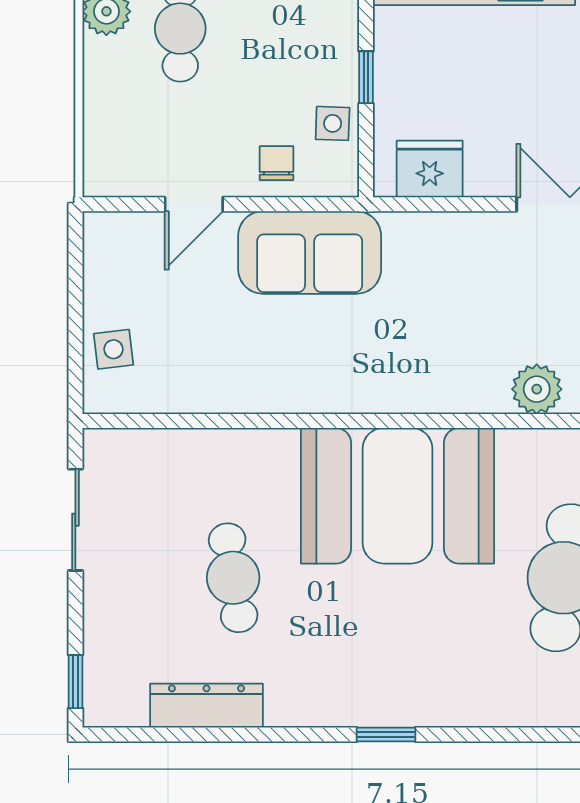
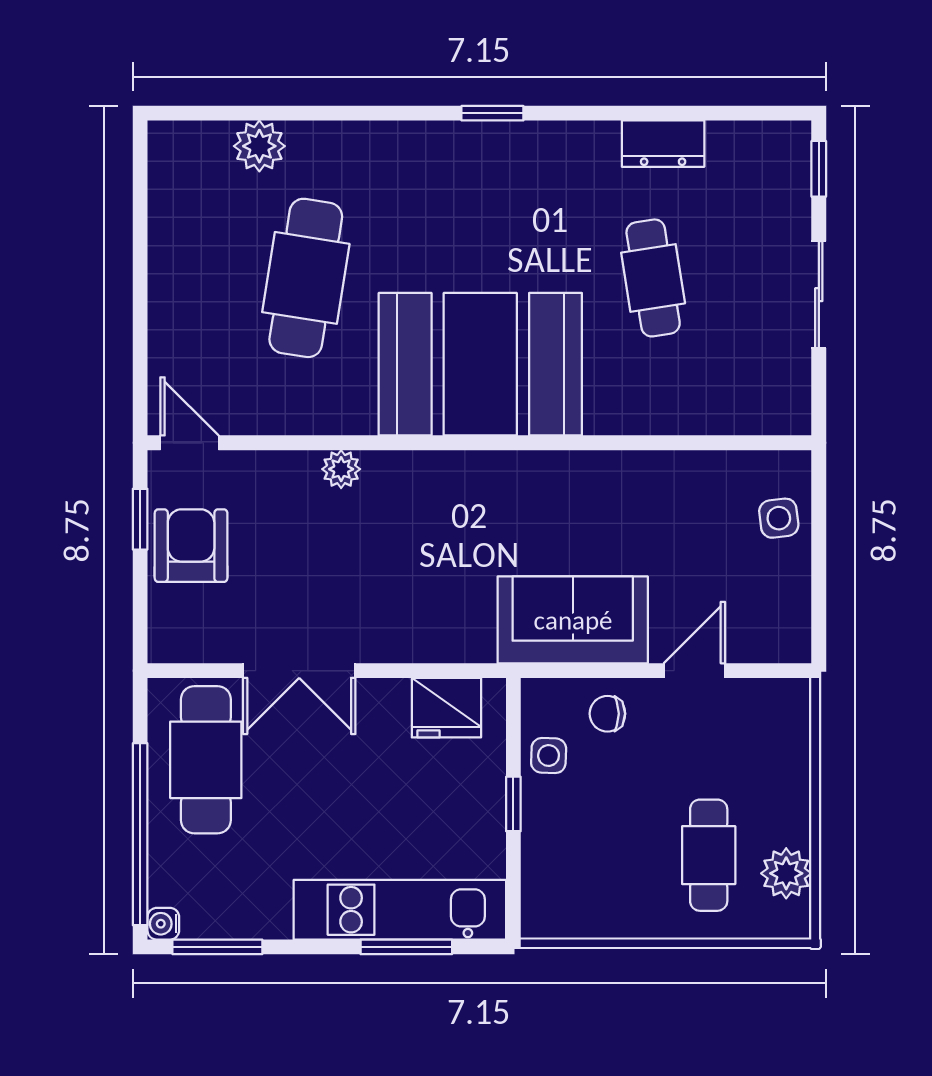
chair: (277, 163) -> (607, 714), turned 90
plant: (537, 389) -> (341, 469), width x0.73, depth x0.73
sliding door: (75, 520) -> (819, 295), moved
dresser: (206, 706) -> (663, 144), width x0.70

